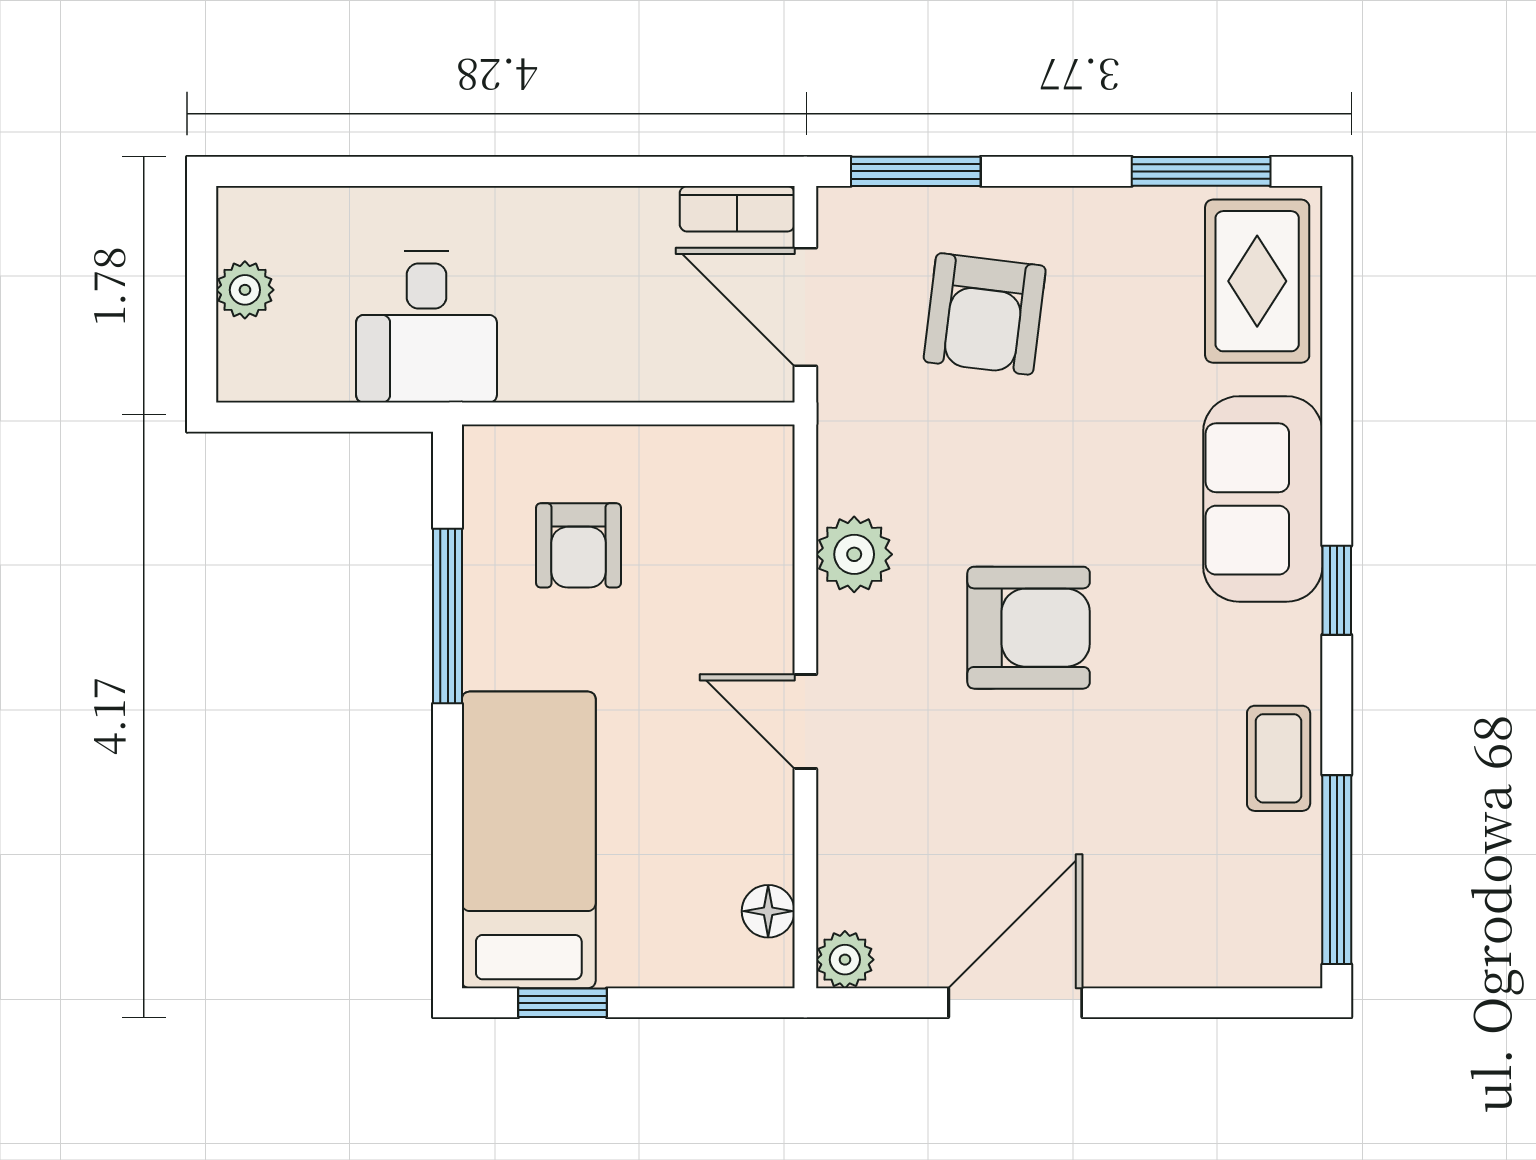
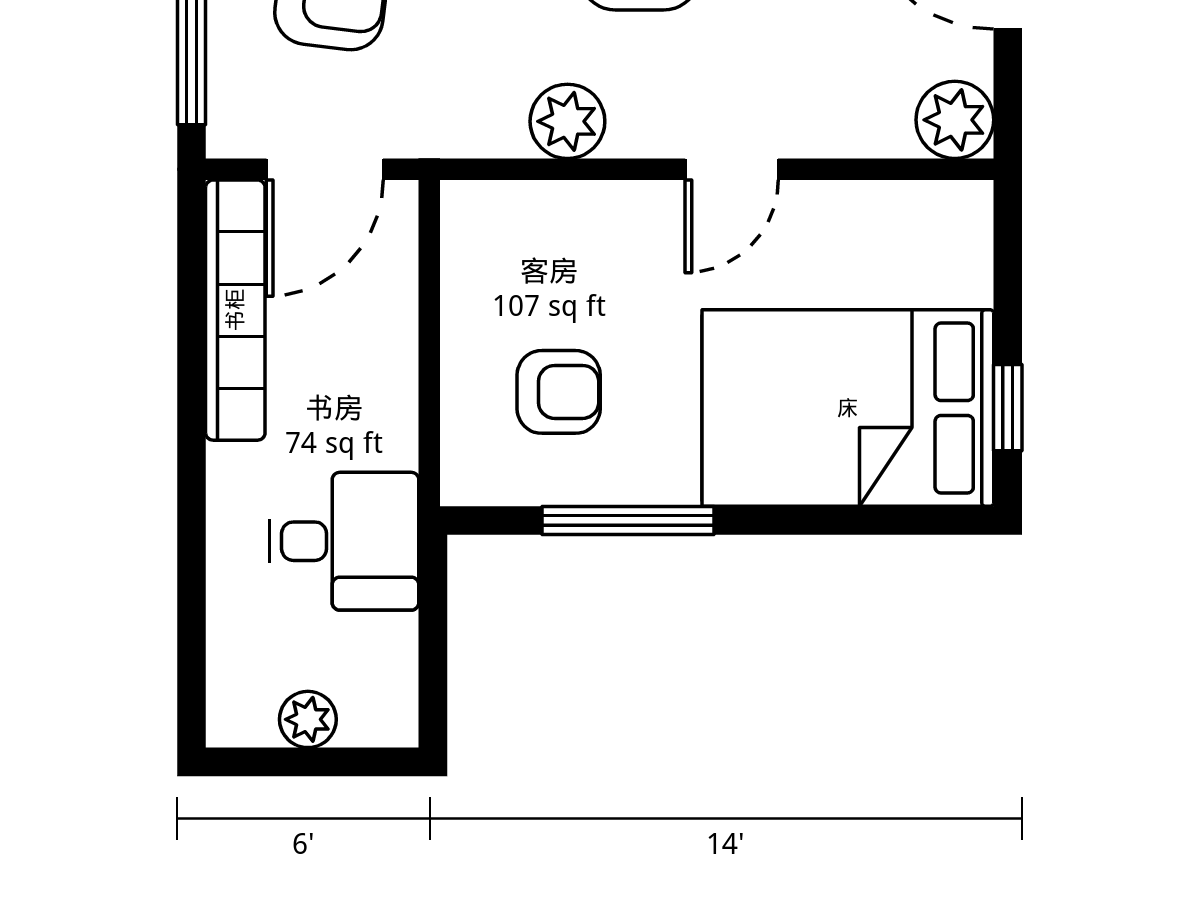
bookcase: (737, 209) -> (235, 310), width x2.31, depth x1.31
bed: (529, 840) -> (848, 408), width x1.50
floor lamp: (768, 911) -> (918, 206), removed
plant: (845, 960) -> (955, 120), width x1.38, depth x1.38

